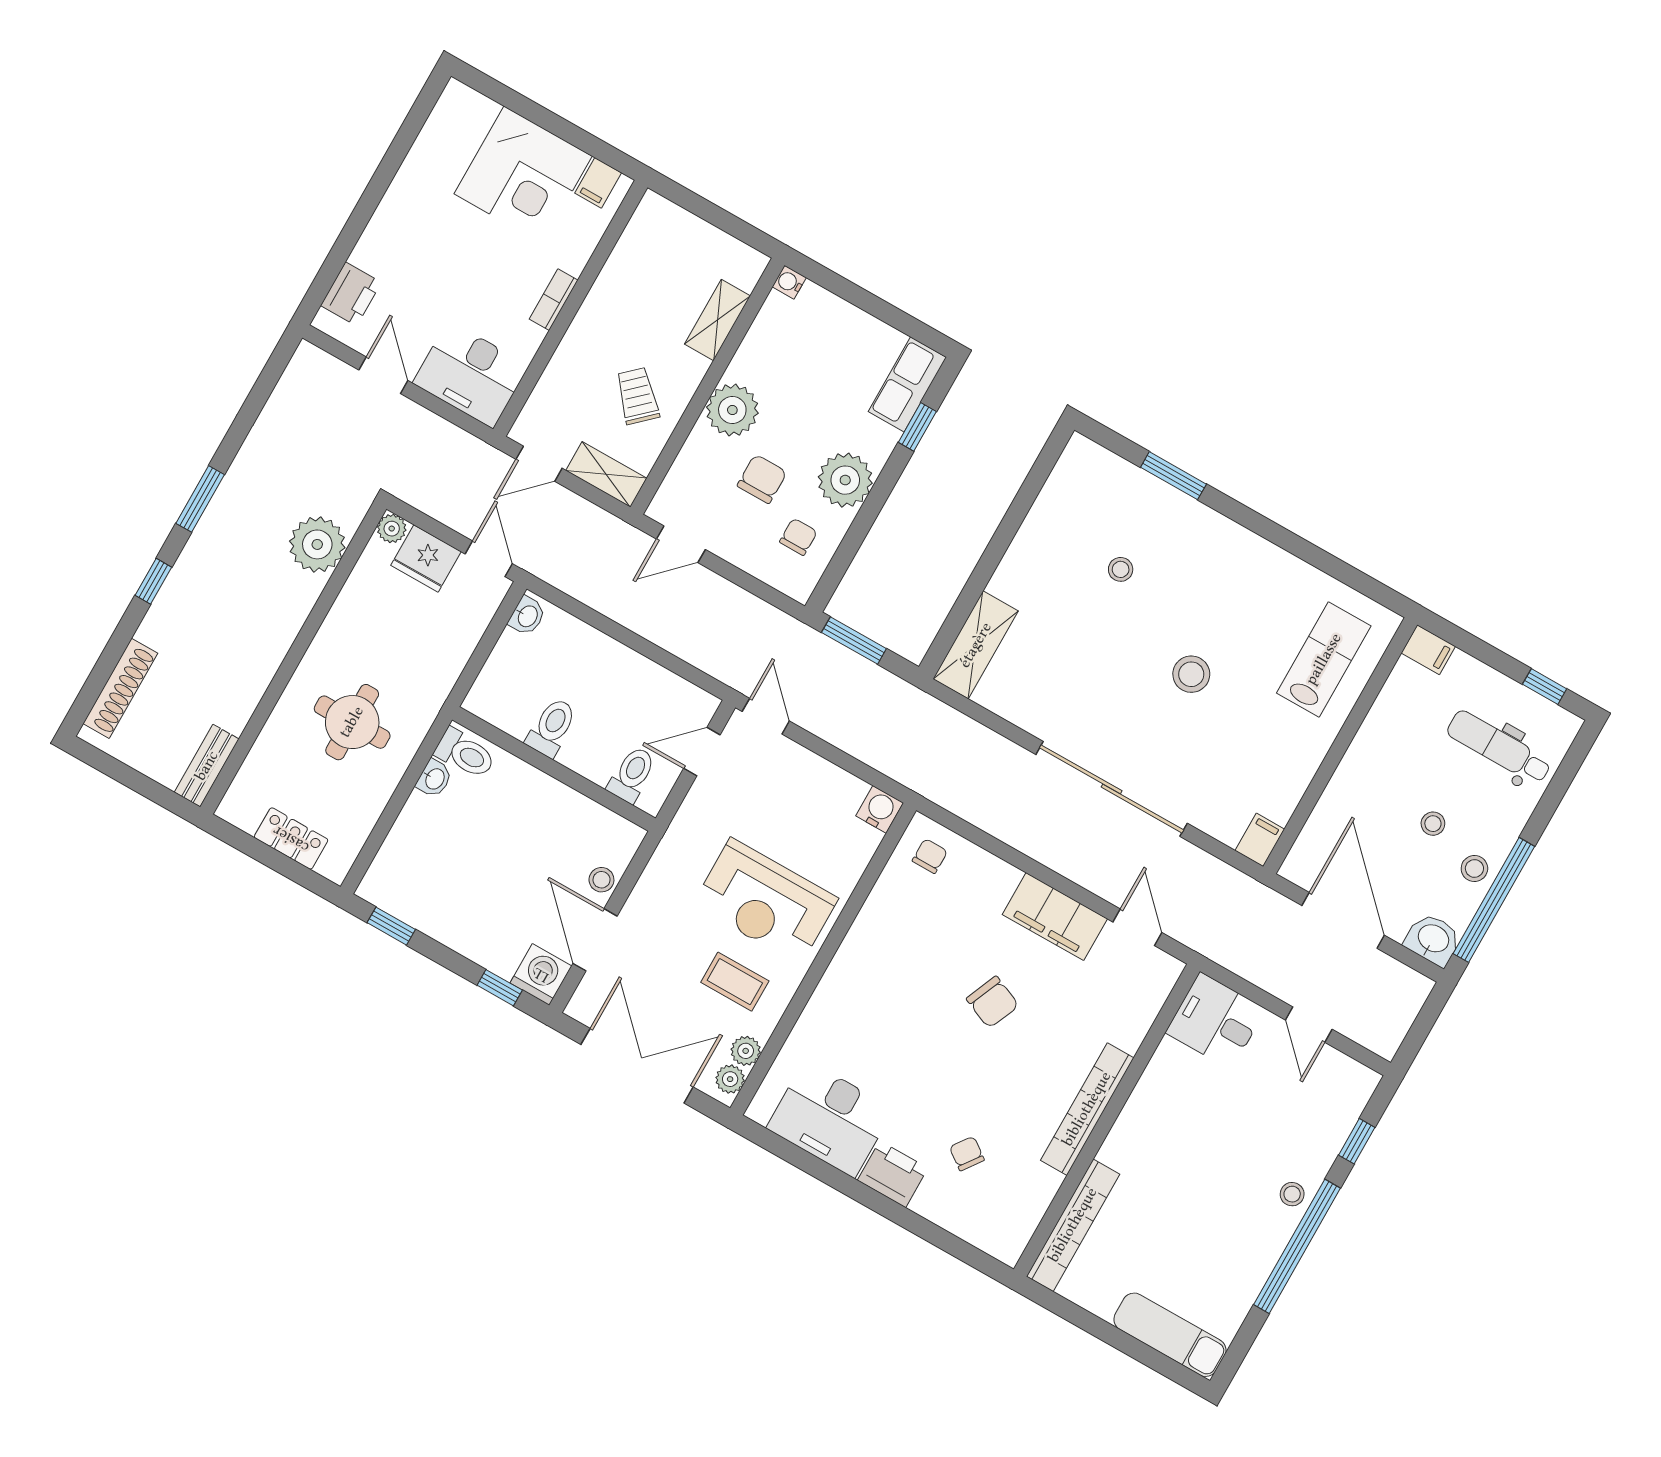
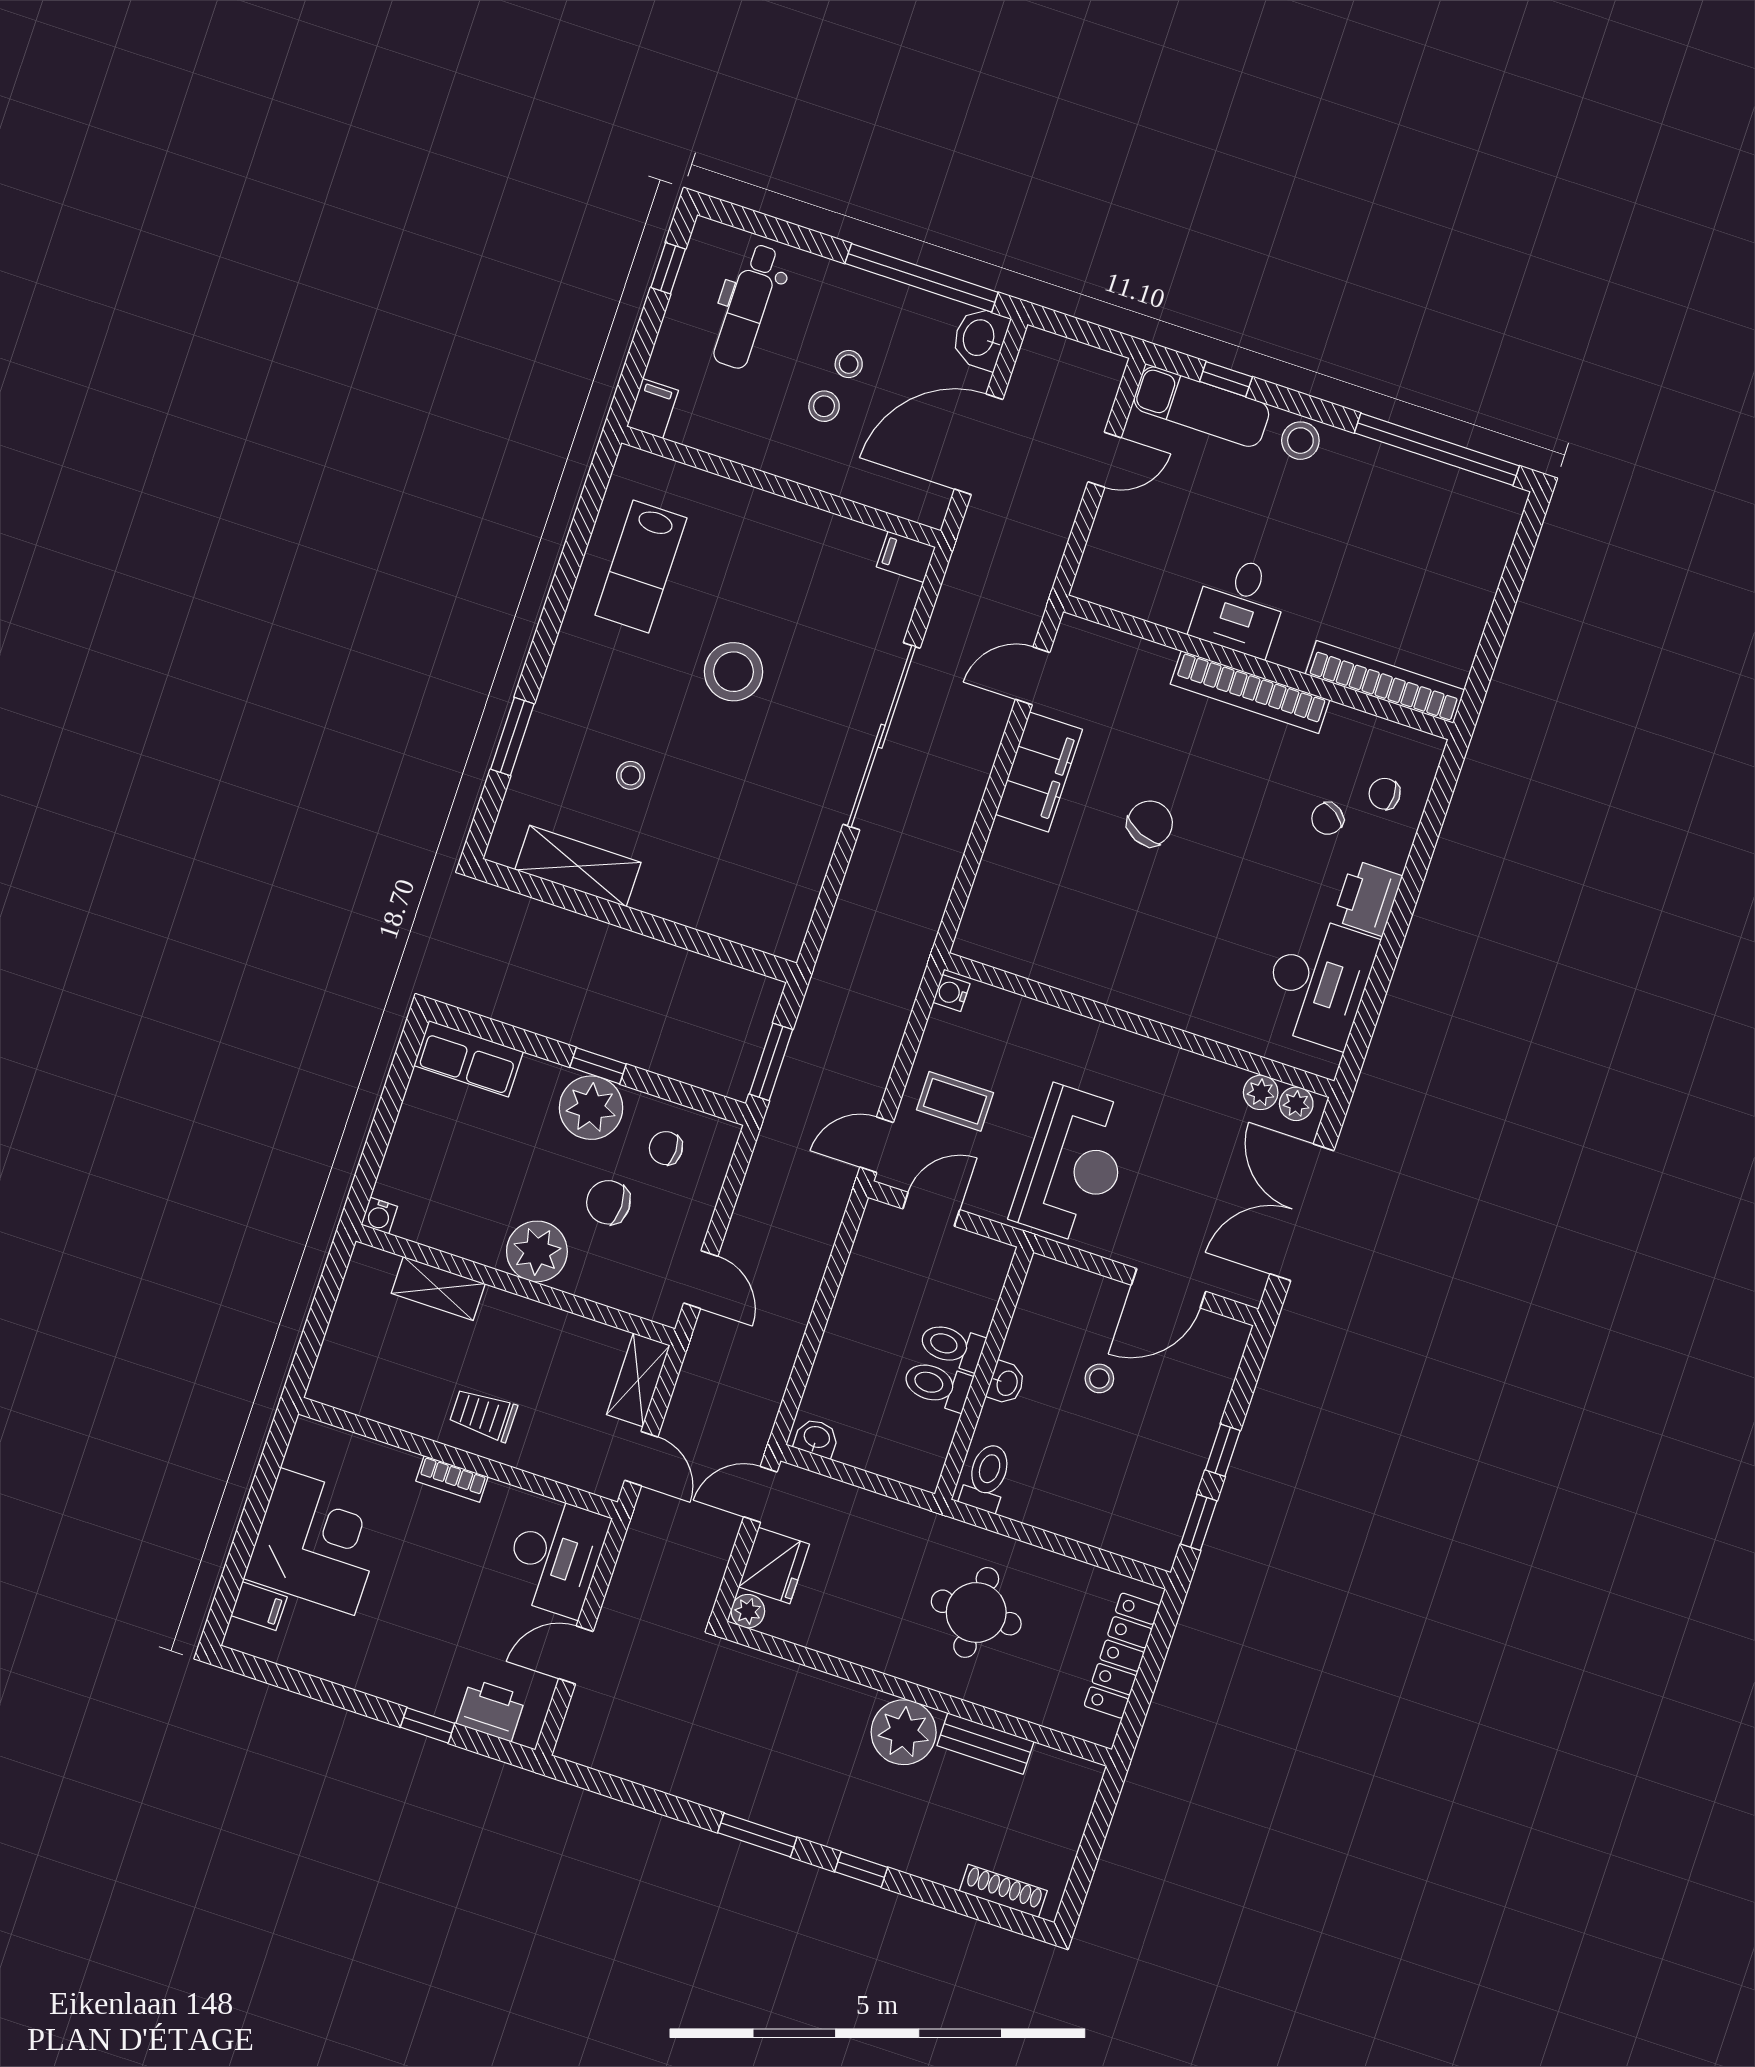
filing cabinet: (598, 183) -> (259, 1606), moved
window: (349, 238) -> (427, 1725), added
trolley: (637, 396) -> (483, 1415), moved, turned 43
window: (917, 427) -> (598, 1066), moved
plant: (317, 544) -> (904, 1732), moved
shelving: (976, 645) -> (578, 866), moved
lab bench: (1324, 659) -> (641, 567), moved, turned -90
stool: (1191, 674) -> (733, 672), width x1.38, depth x1.38
shoe rack: (120, 688) -> (1003, 1891), width x0.74, depth x0.81
door: (702, 752) -> (931, 1209), swing flipped
bench: (207, 766) -> (985, 1744), moved
toilet: (632, 774) -> (952, 1346), moved
washbasin: (434, 779) -> (1006, 1383), moved, turned 90
water cooler: (880, 809) -> (951, 993), width x0.72, depth x0.72
locker: (291, 839) -> (1122, 1656), width x1.53
chair: (930, 856) -> (1385, 794), moved
stool: (1474, 868) -> (824, 406), moved
stool: (601, 880) -> (1099, 1378), moved
reception desk: (765, 901) -> (1073, 1165), moved
washing machine: (541, 975) -> (1220, 1342), removed
coffee table: (735, 982) -> (955, 1101), moved, turned 90
window: (500, 988) -> (1223, 1450), moved
desk: (1216, 1021) -> (1240, 606), moved
stool: (1292, 1194) -> (1300, 441), width x1.37, depth x1.37
window: (1297, 1246) -> (1437, 449), moved
exam couch: (1170, 1335) -> (1201, 407), moved, turned -90

